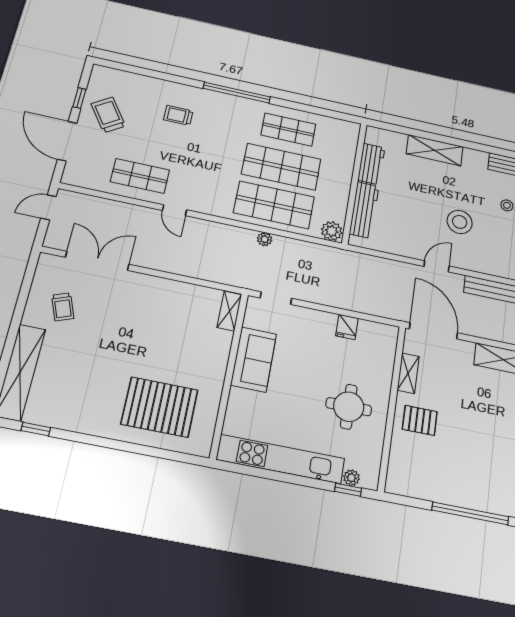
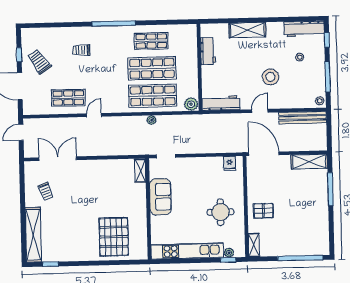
door: (174, 210) -> (94, 115), swing flipped
workbench: (364, 210) -> (221, 103), moved, turned -90
fridge: (347, 327) -> (230, 163), moved
shelving: (408, 373) -> (254, 245), moved
pallet: (160, 407) -> (114, 237), turned 90

